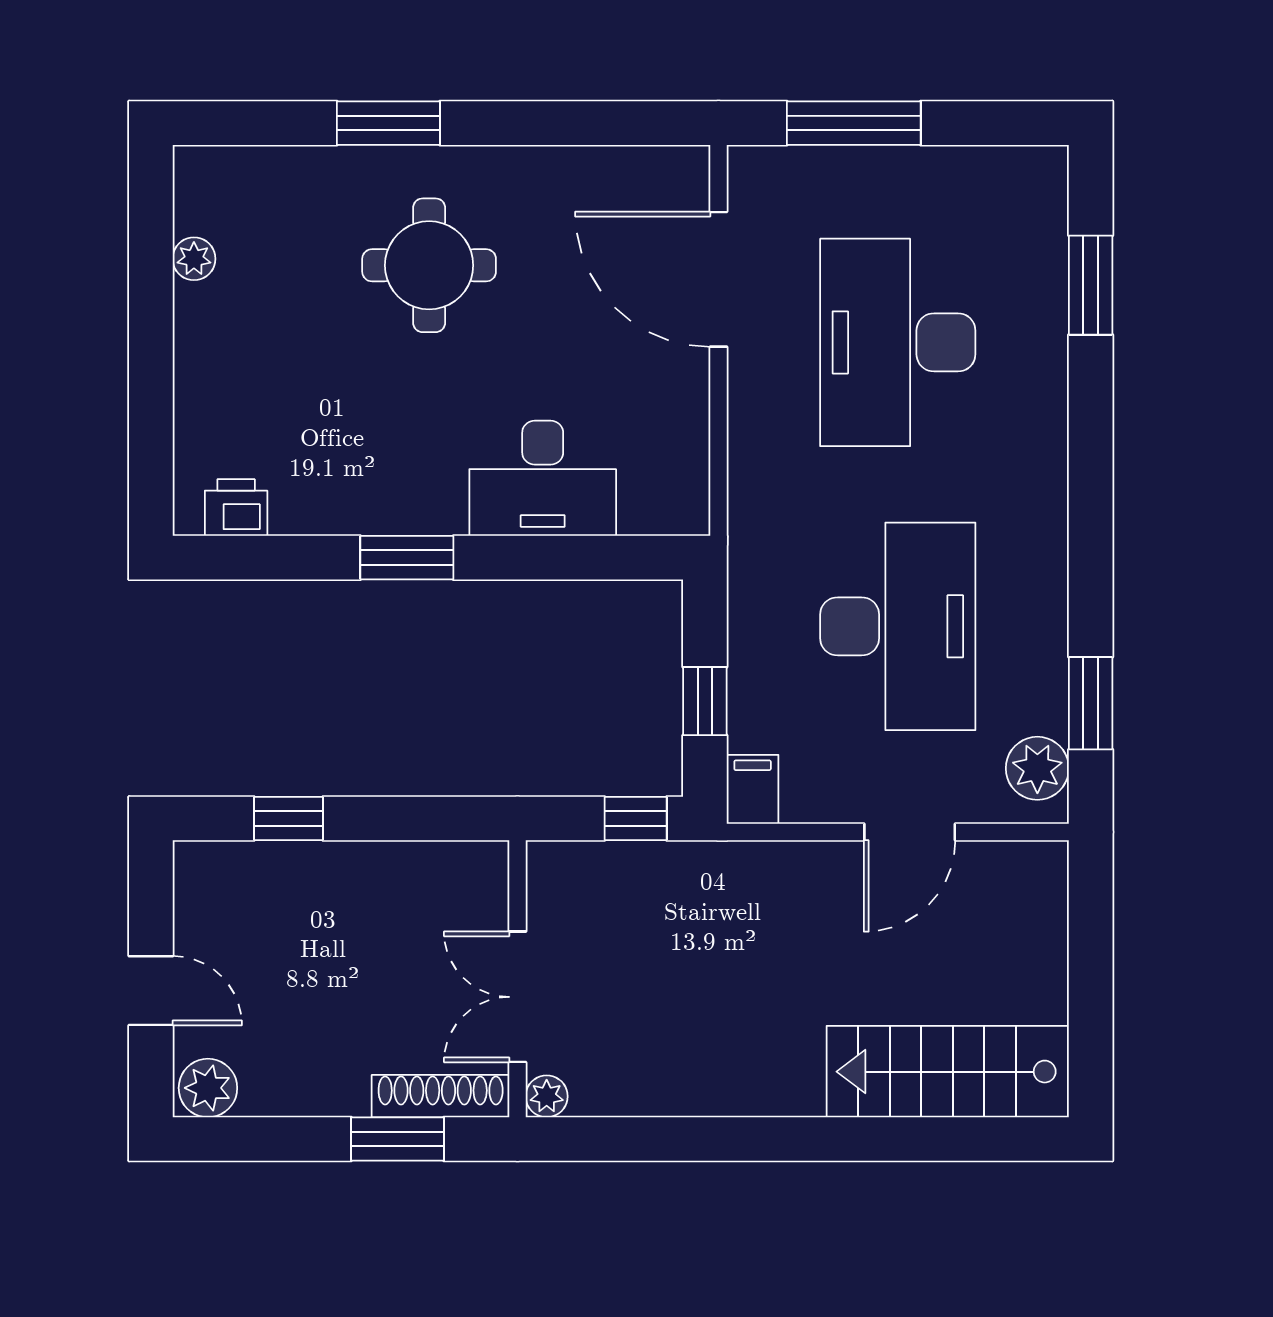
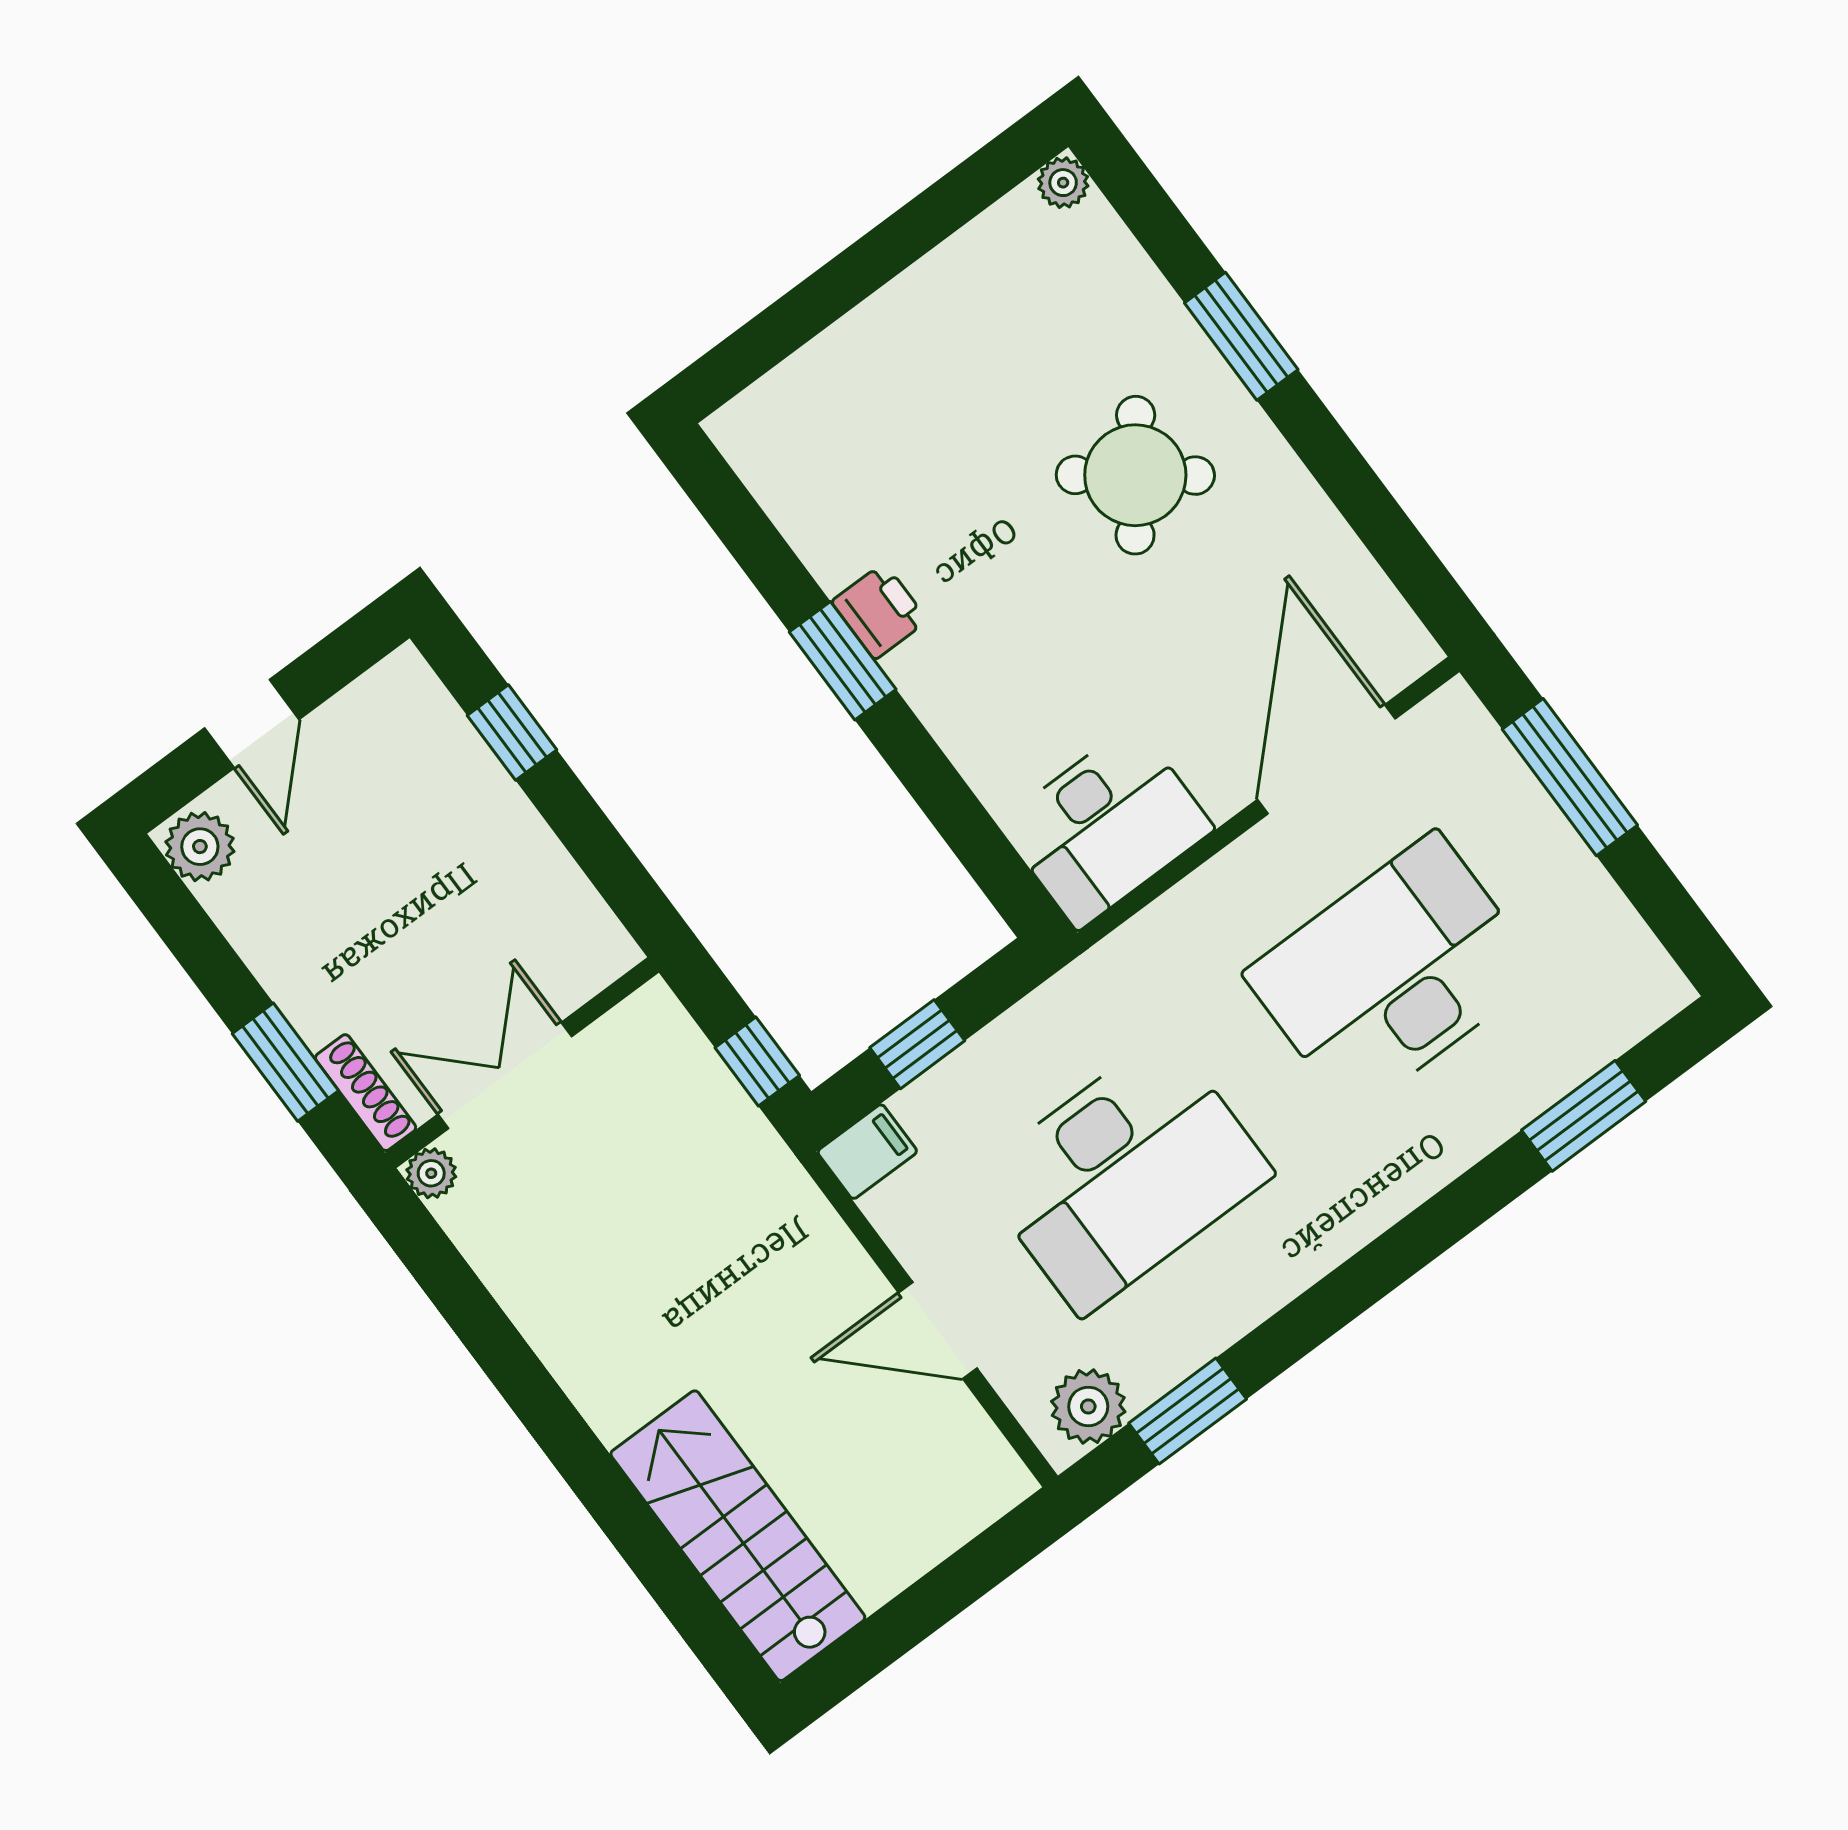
plant: (194, 259) -> (1063, 183), moved
round table: (429, 265) -> (1135, 475), turned 37
desk: (543, 478) -> (1106, 826), moved, turned -90
printer: (236, 508) -> (880, 611), moved
shoe rack: (441, 1096) -> (366, 1093), width x0.74, depth x0.81

